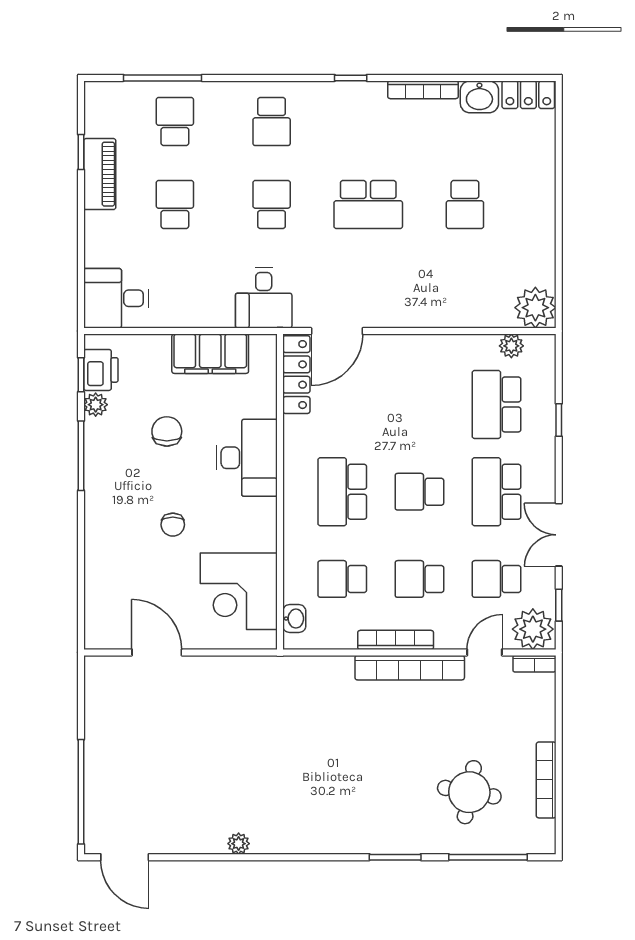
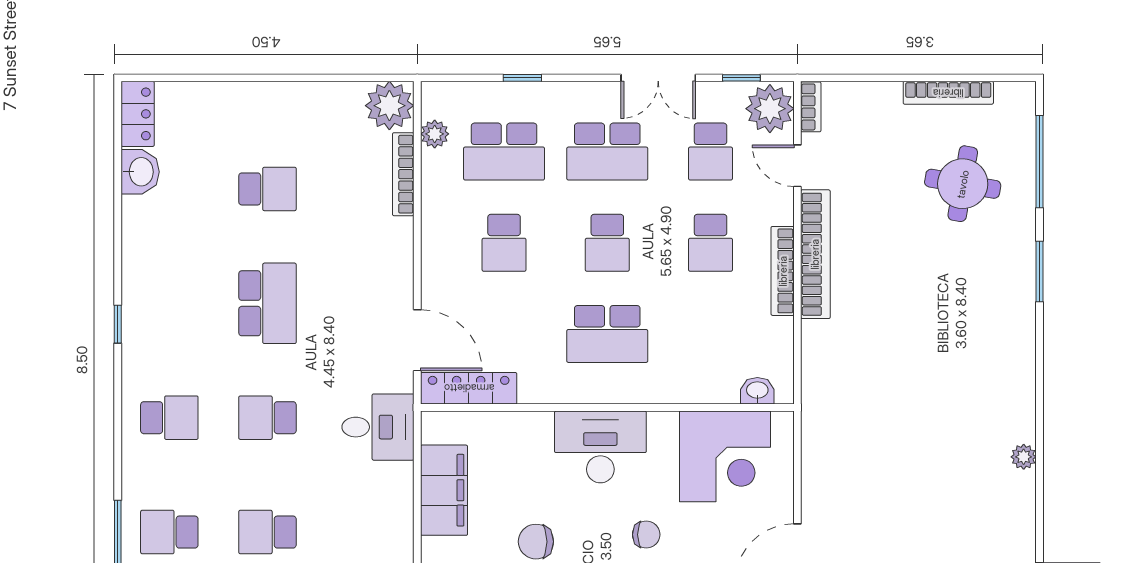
bookcase: (423, 90) -> (403, 174), moved, turned 180
desk: (247, 458) -> (600, 447), moved
school desk: (342, 579) -> (504, 243), moved

